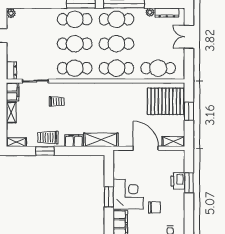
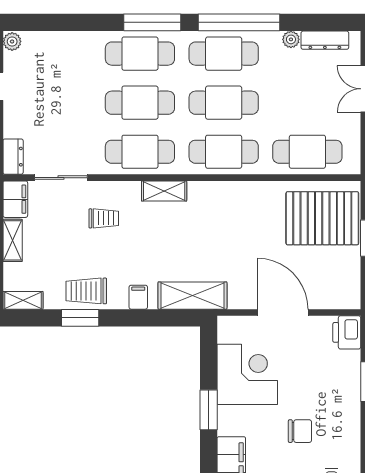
filing cabinet: (74, 141) -> (138, 297), width x0.50
shelving: (173, 142) -> (164, 191), moved
printer: (178, 181) -> (347, 332), moved
corner desk: (128, 194) -> (247, 374), moved

